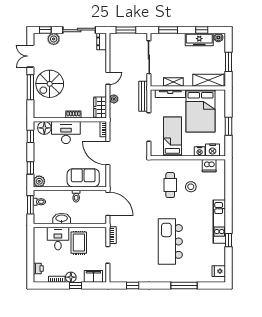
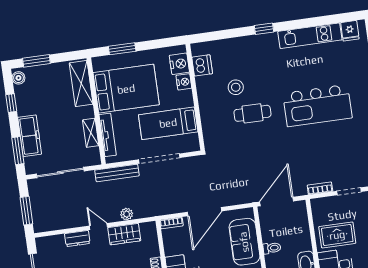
freezer: (199, 40) -> (30, 136), moved
dresser: (102, 41) -> (77, 239), moved
window: (228, 62) -> (36, 61), moved
wardrobe: (100, 108) -> (124, 234), moved
window: (228, 126) -> (122, 49), moved
cafe table: (170, 185) -> (252, 113), moved
kitchen unit: (219, 222) -> (310, 36), moved
window: (228, 240) -> (264, 29), moved

